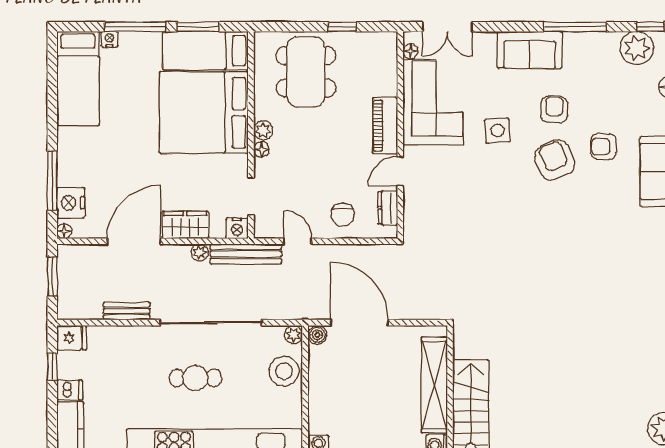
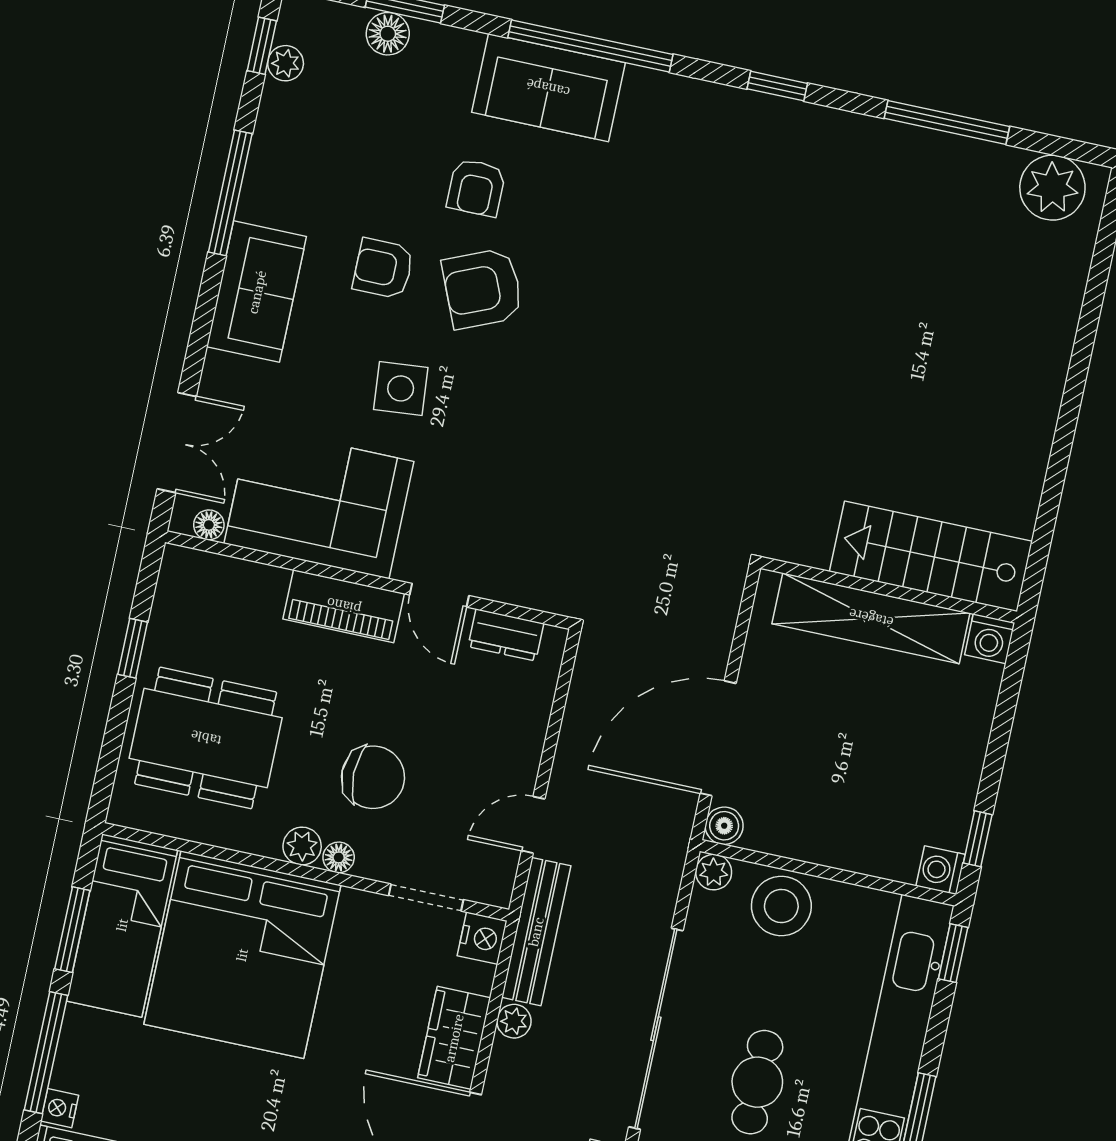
plant: (637, 48) -> (286, 63), width x0.53, depth x0.53
chair: (343, 215) -> (373, 777), moved, width x1.37, depth x1.37

